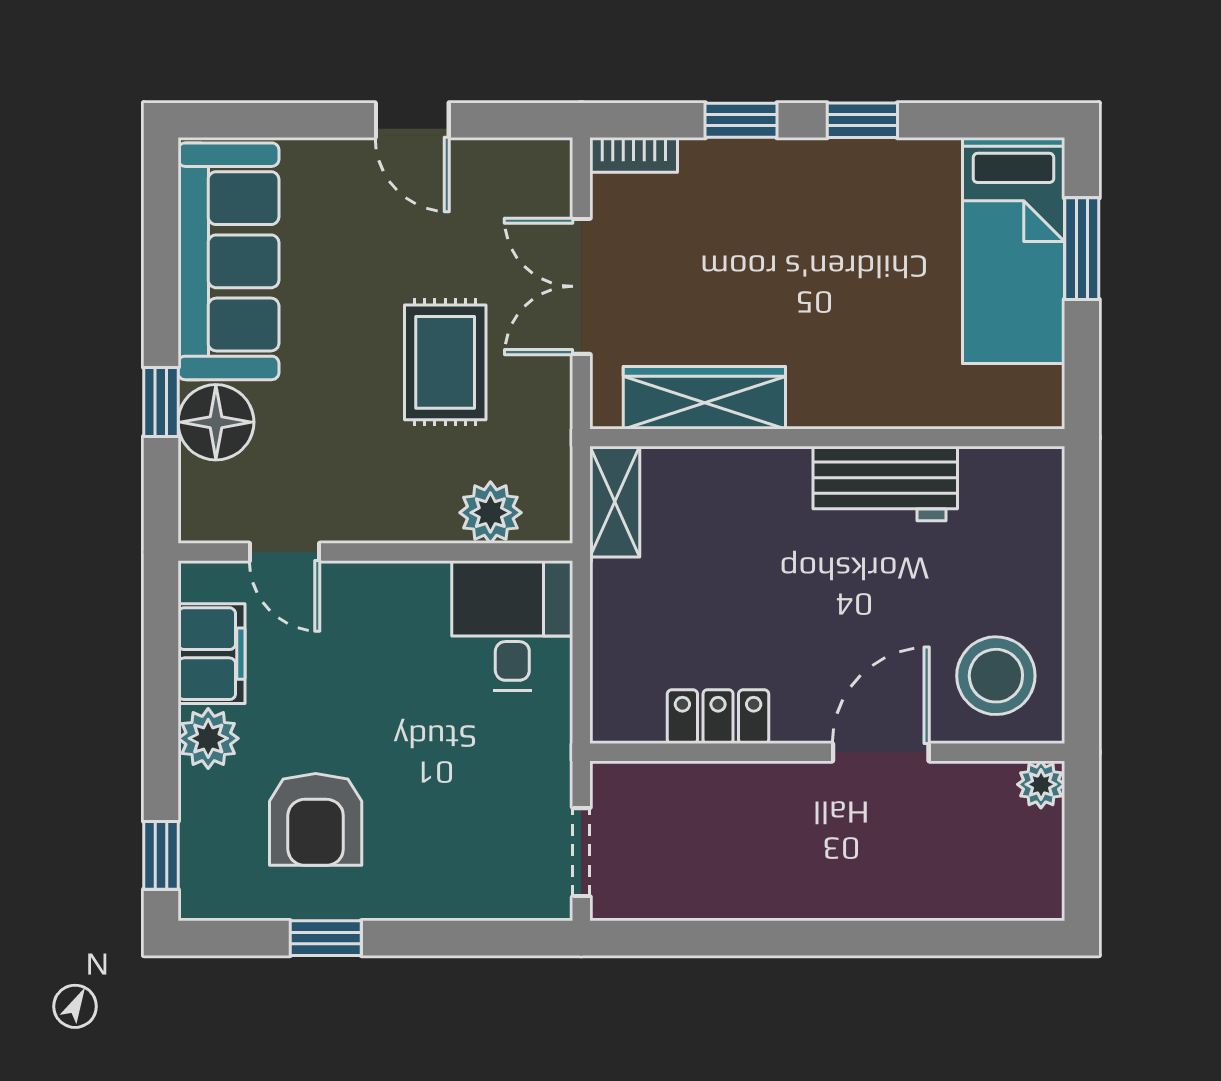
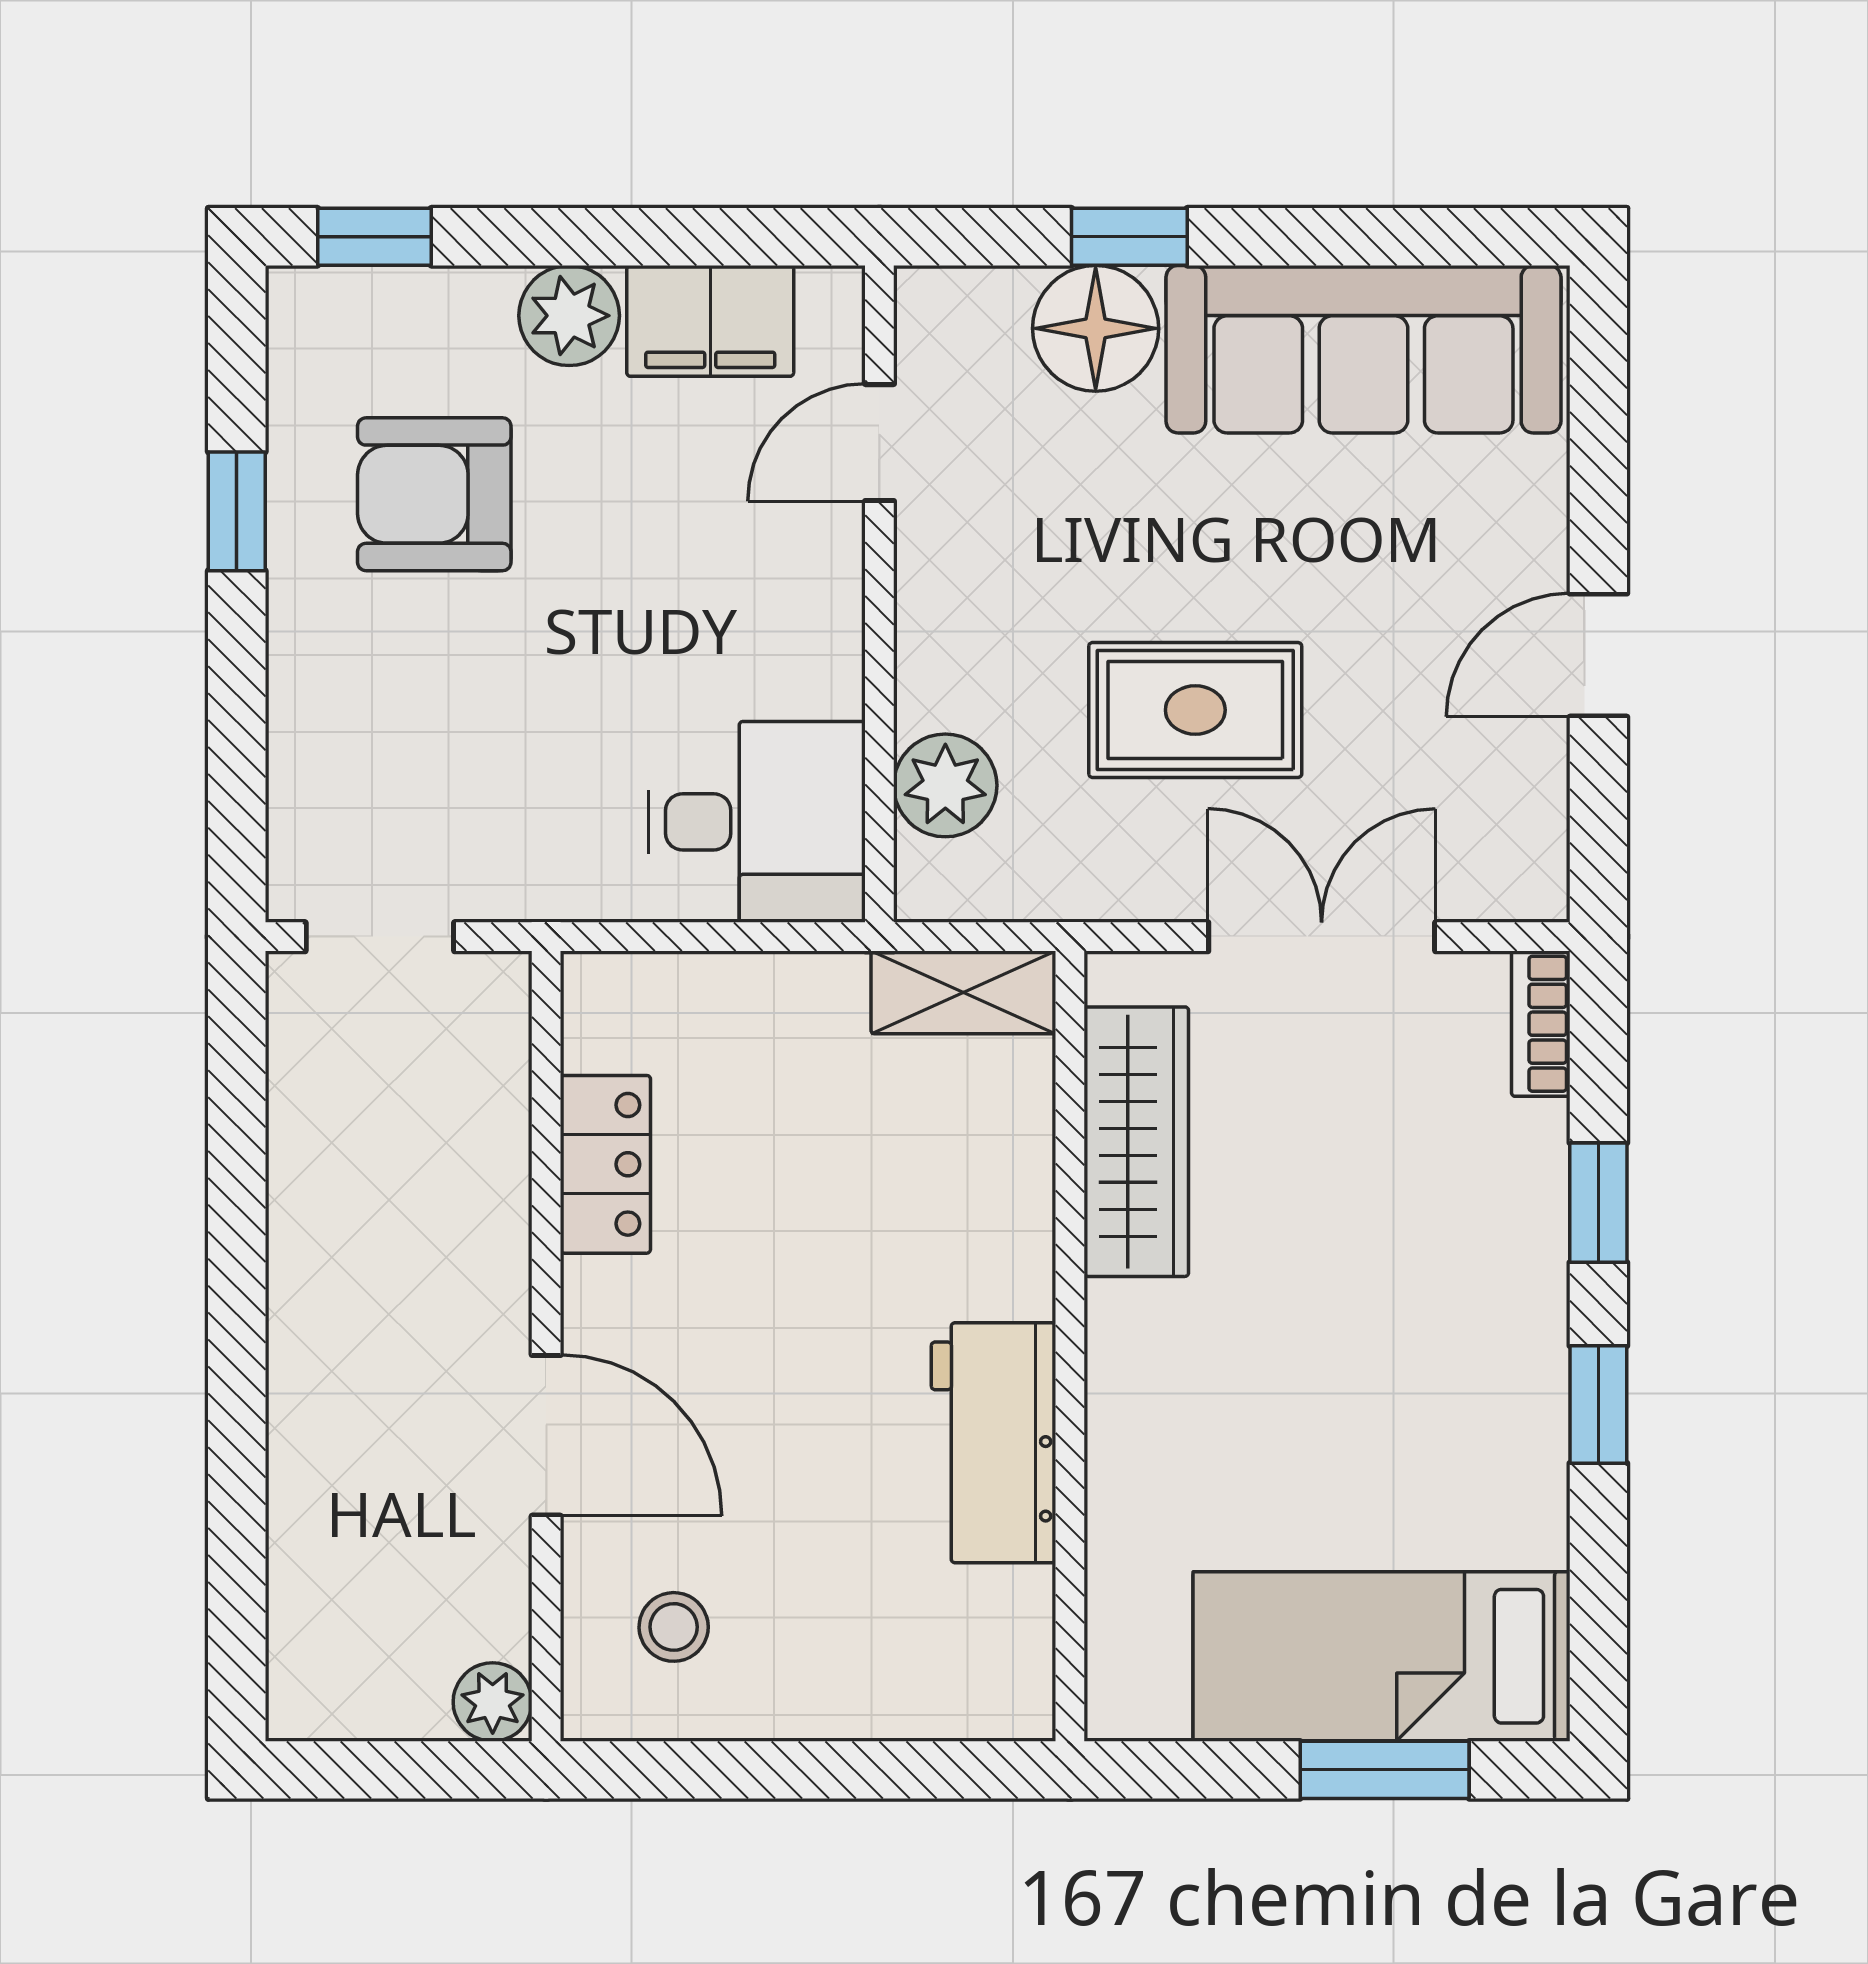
stool: (996, 676) -> (674, 1627), width x0.53, depth x0.53

